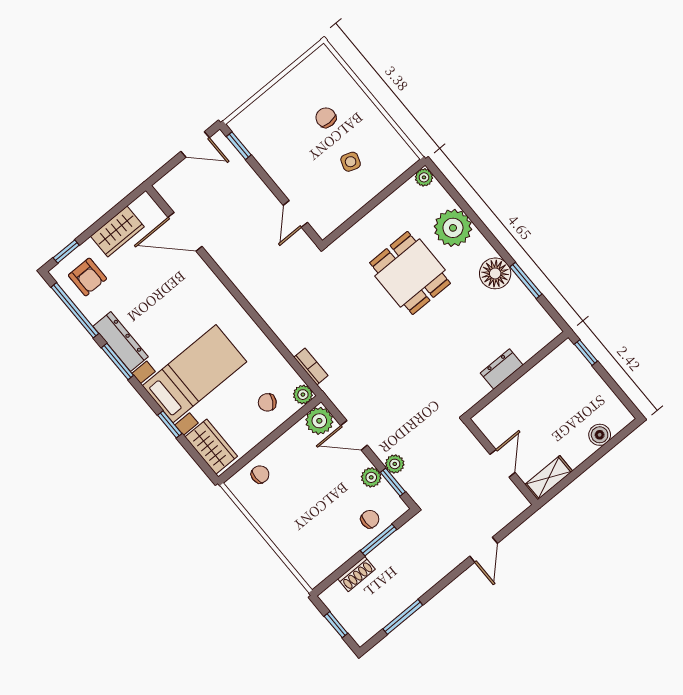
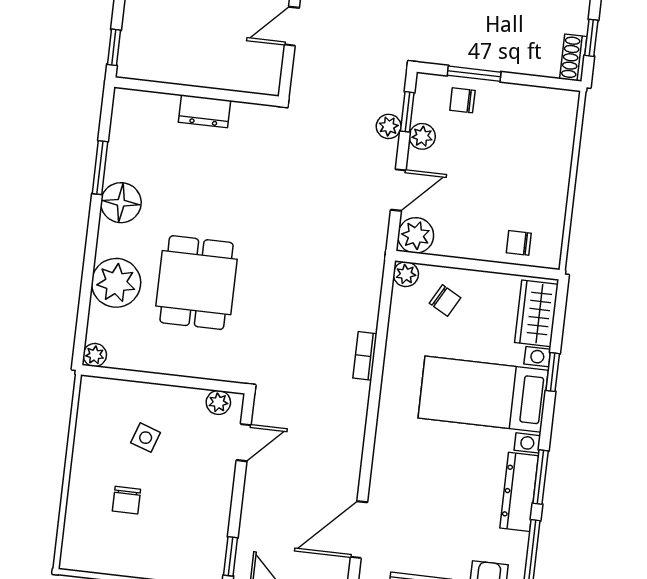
plant: (331, 221) -> (218, 402), added
door: (185, 232) -> (359, 530), swing flipped
bookcase: (311, 366) -> (365, 356), moved
door: (354, 435) -> (398, 190), hinge flipped
shoe rack: (356, 574) -> (573, 58), moved, turned -90

